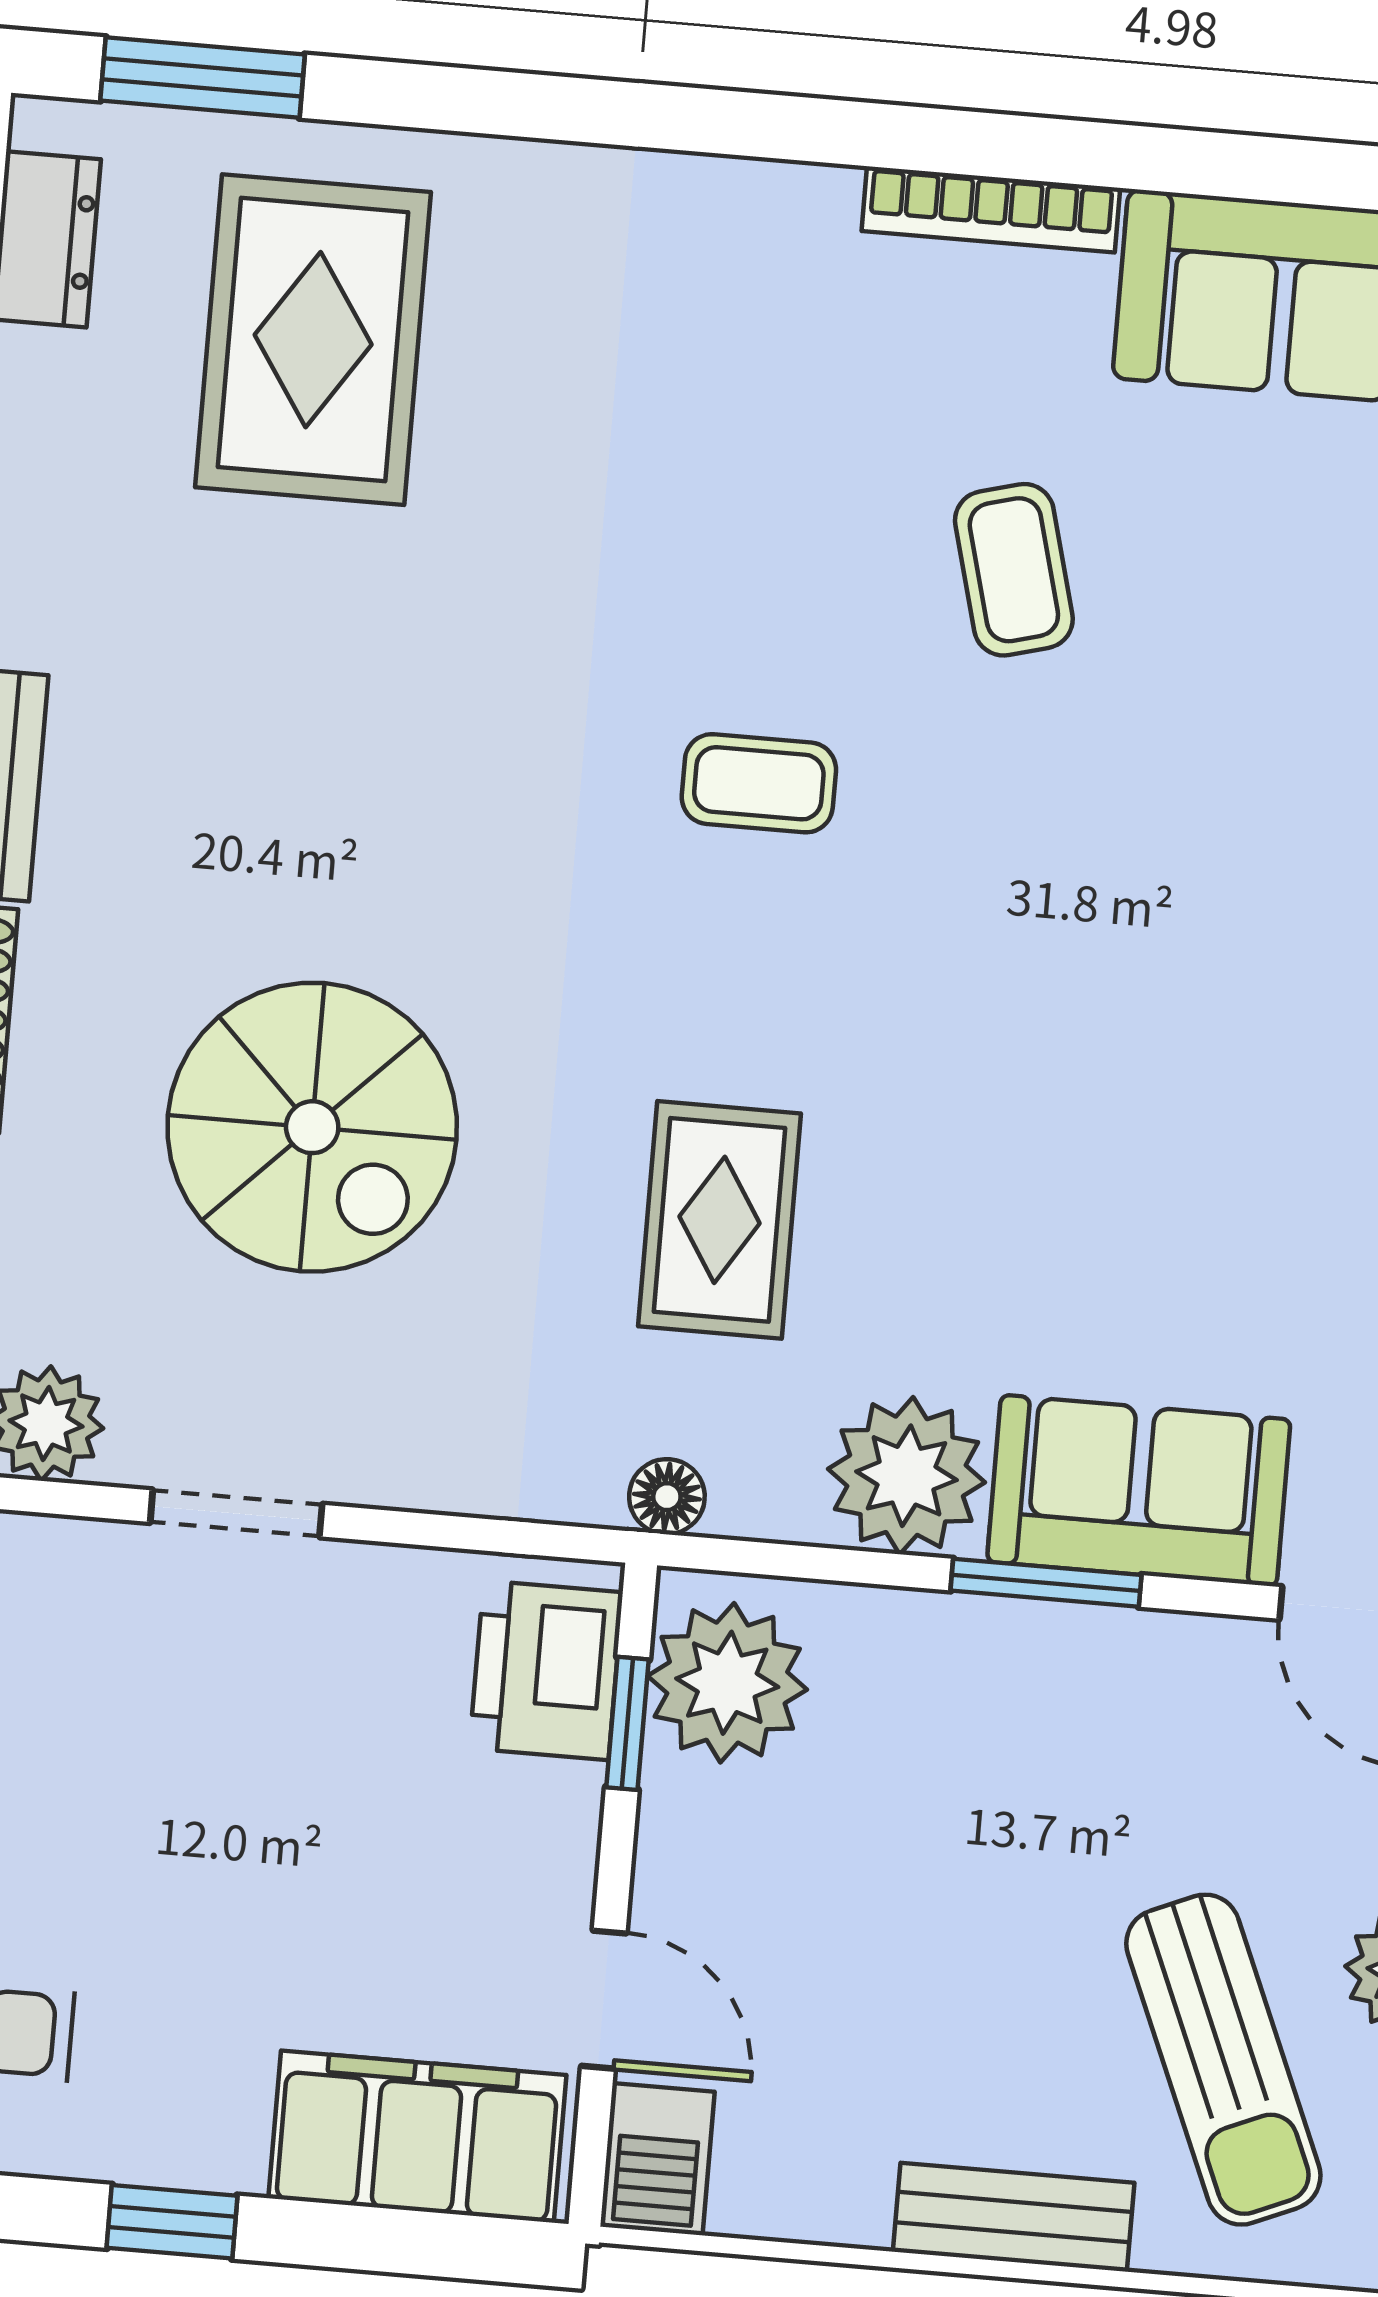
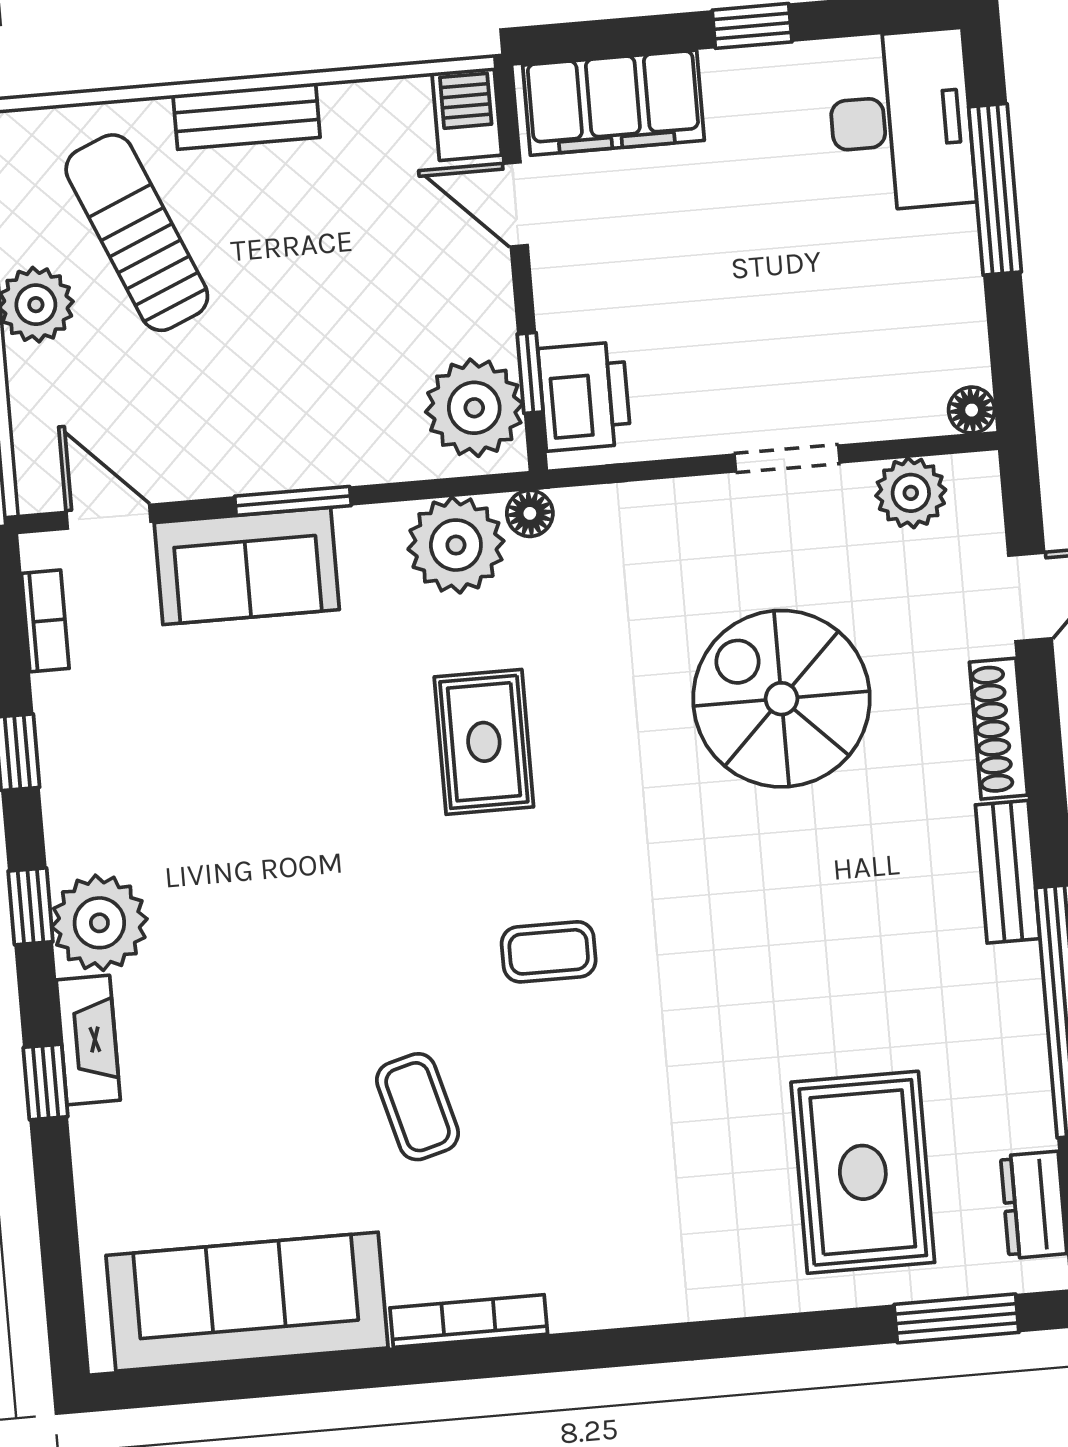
rug: (719, 1220) -> (484, 742), moved
plant: (906, 1476) -> (456, 545), moved

